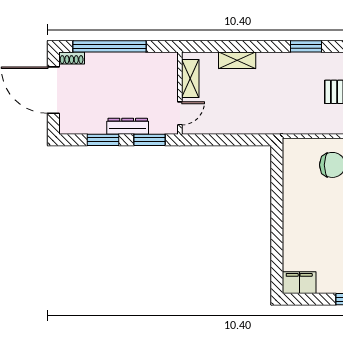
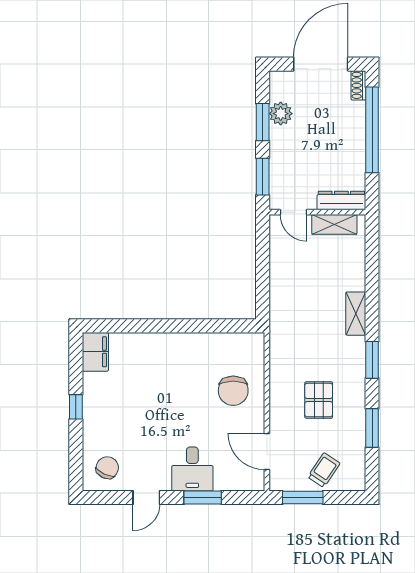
shelving: (237, 60) -> (356, 314), moved
plant: (96, 124) -> (281, 114), added
dresser: (128, 126) -> (341, 201), moved, turned -90

